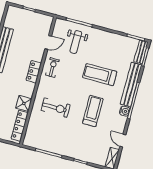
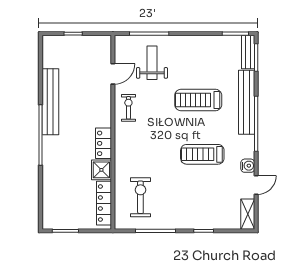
weight bench: (76, 42) -> (152, 63), turned 180
locker: (34, 72) -> (104, 143), moved
exercise bike: (56, 108) -> (140, 197), moved, turned -90
treadmill: (93, 111) -> (202, 154), turned -90
water cooler: (125, 111) -> (248, 166), moved
door: (123, 141) -> (256, 185), swing flipped

